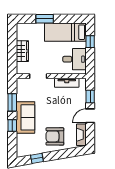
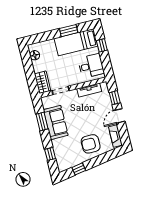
window: (45, 19) -> (69, 31), moved
floor lamp: (21, 35) -> (35, 55), added
wardrobe: (22, 51) -> (43, 82), moved
sofa: (25, 117) -> (56, 122), moved
window: (12, 125) -> (50, 154), moved

